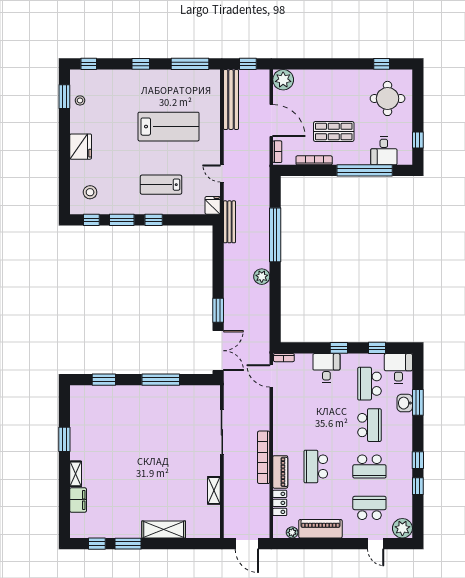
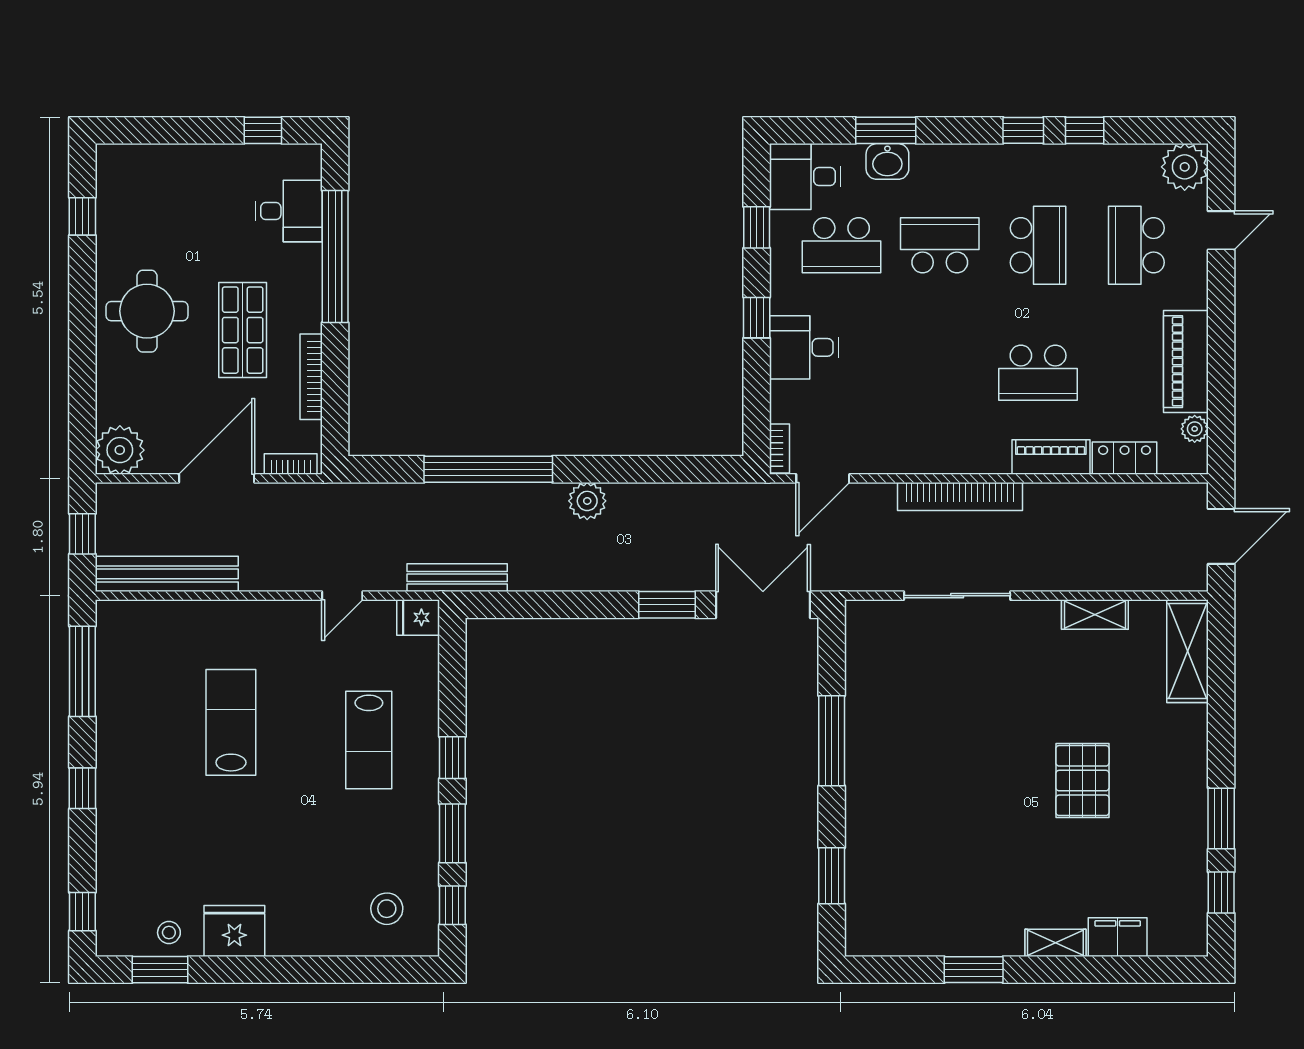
round table: (388, 98) -> (147, 311), moved
lab bench: (169, 127) -> (231, 722), width x0.73, depth x0.72
fridge: (81, 147) -> (234, 931), moved
bookcase: (264, 457) -> (960, 496), moved
pallet: (144, 485) -> (1082, 781), added
shelving: (164, 529) -> (1188, 651), moved

